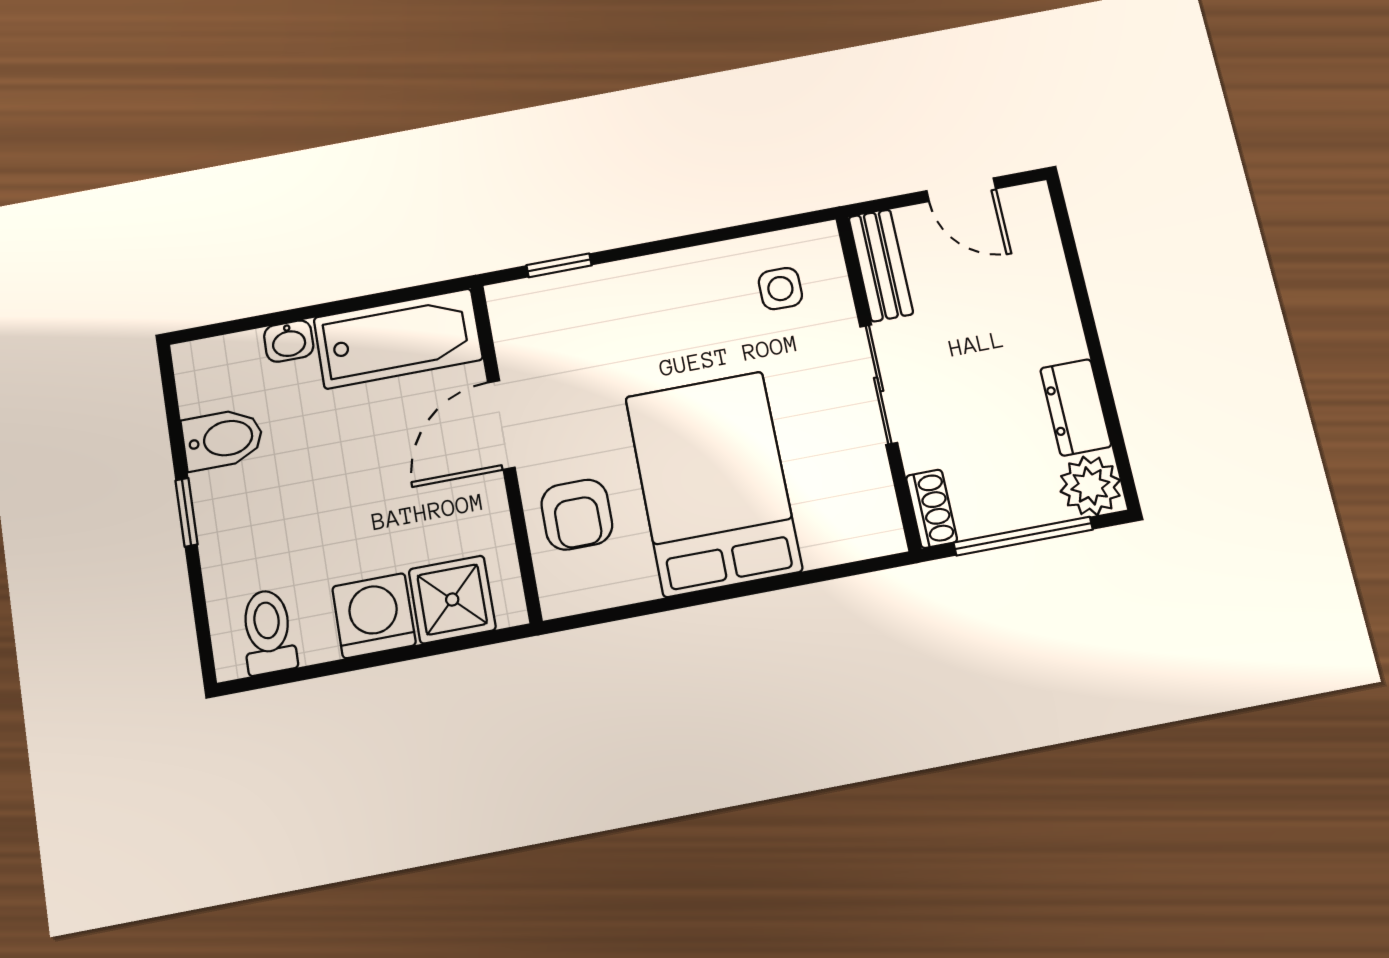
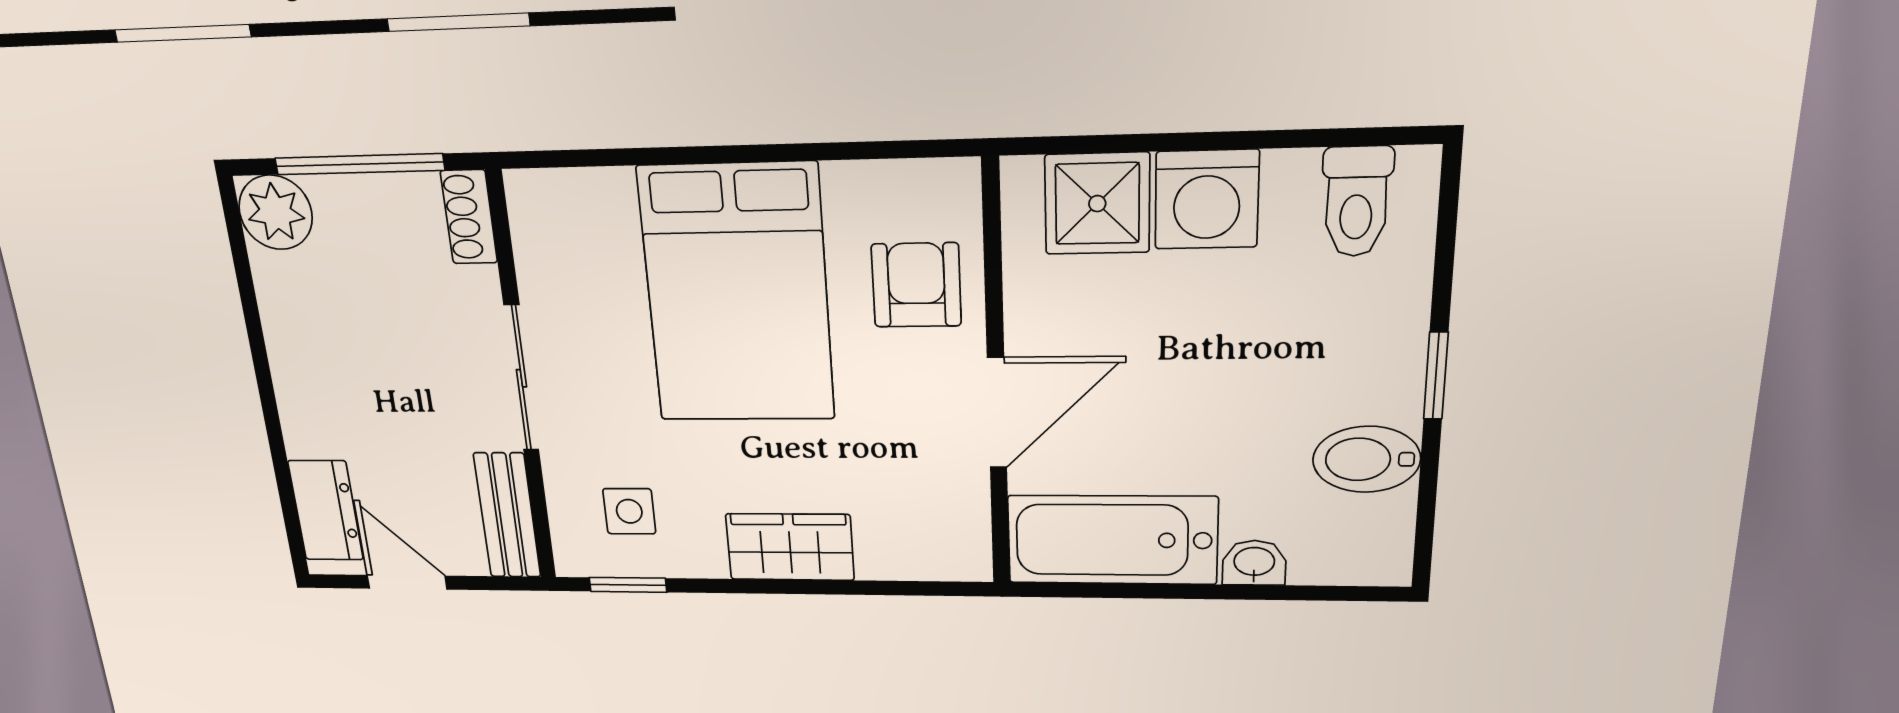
window: (559, 265) -> (628, 585), moved
wardrobe: (647, 283) -> (790, 547), added
dresser: (1076, 407) -> (326, 510), moved

